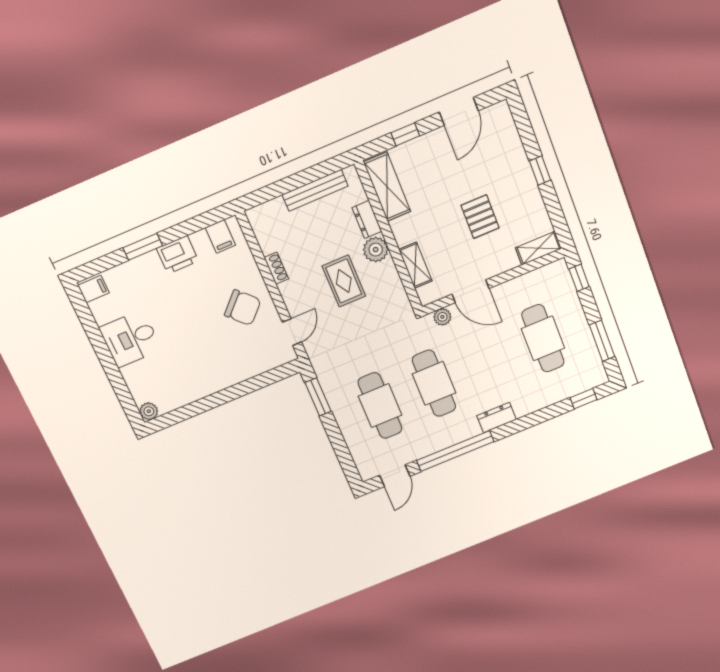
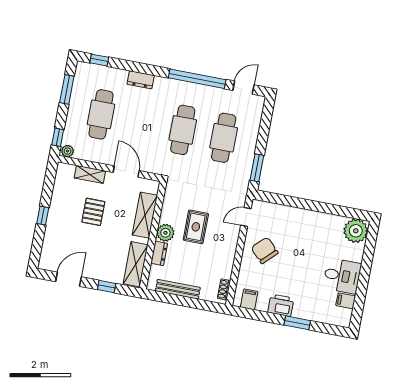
shelving: (538, 248) -> (90, 174), moved
shelving: (415, 265) -> (145, 215), width x1.50, depth x1.33
shoe rack: (276, 268) -> (224, 289), moved
filing cabinet: (94, 289) -> (346, 301), moved
plant: (442, 317) -> (68, 151), moved
plant: (149, 411) -> (356, 231), width x1.88, depth x1.88
dresser: (496, 418) -> (141, 80), moved

